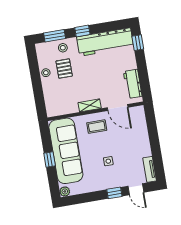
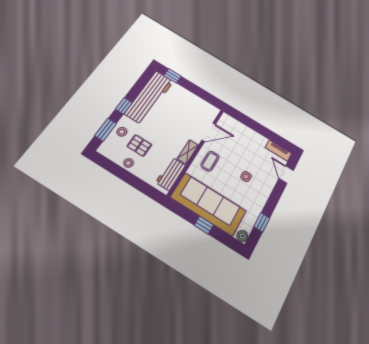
workbench: (133, 84) -> (171, 174), moved, turned 90
door: (136, 189) -> (286, 175), swing flipped
window: (114, 193) -> (262, 222), moved

